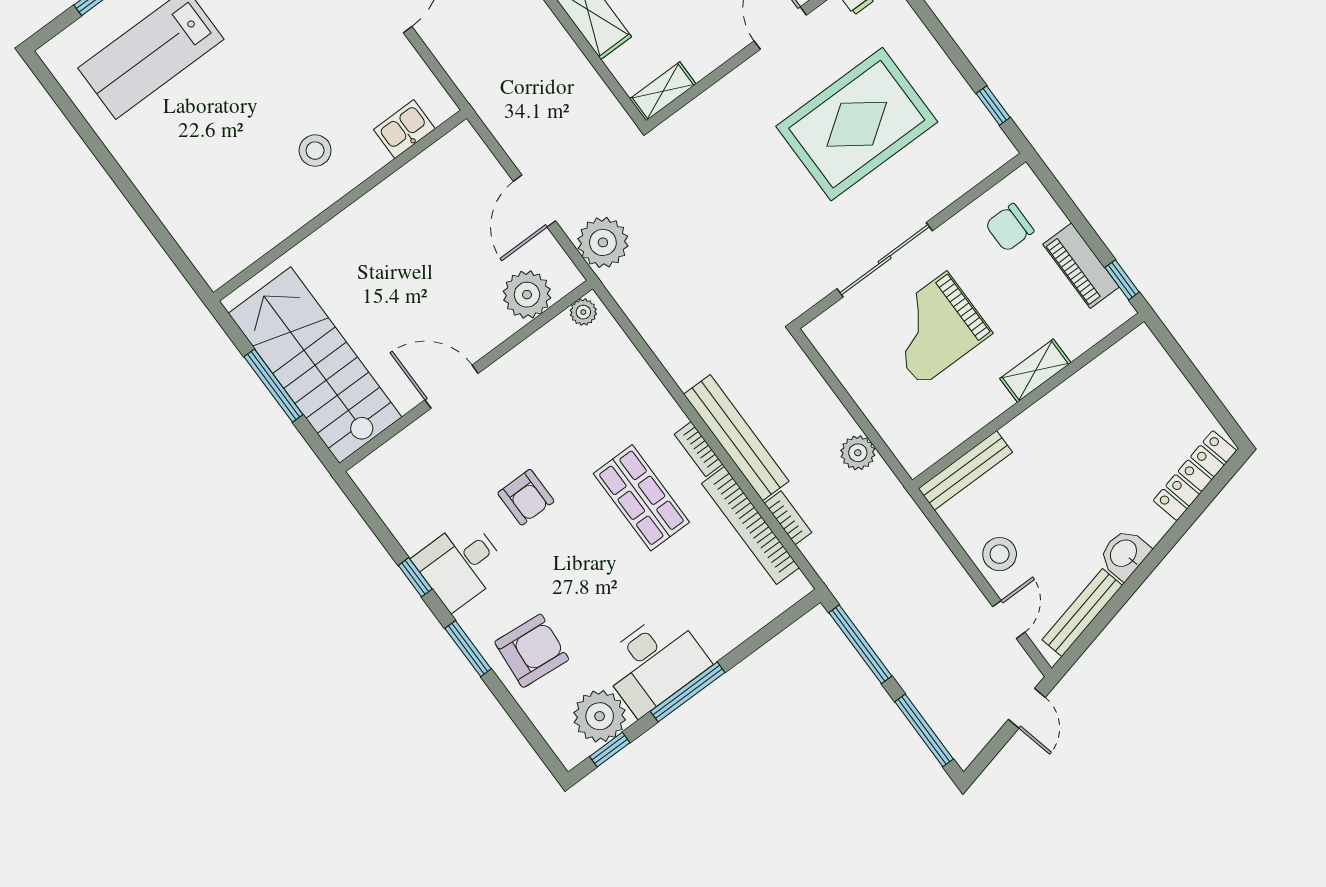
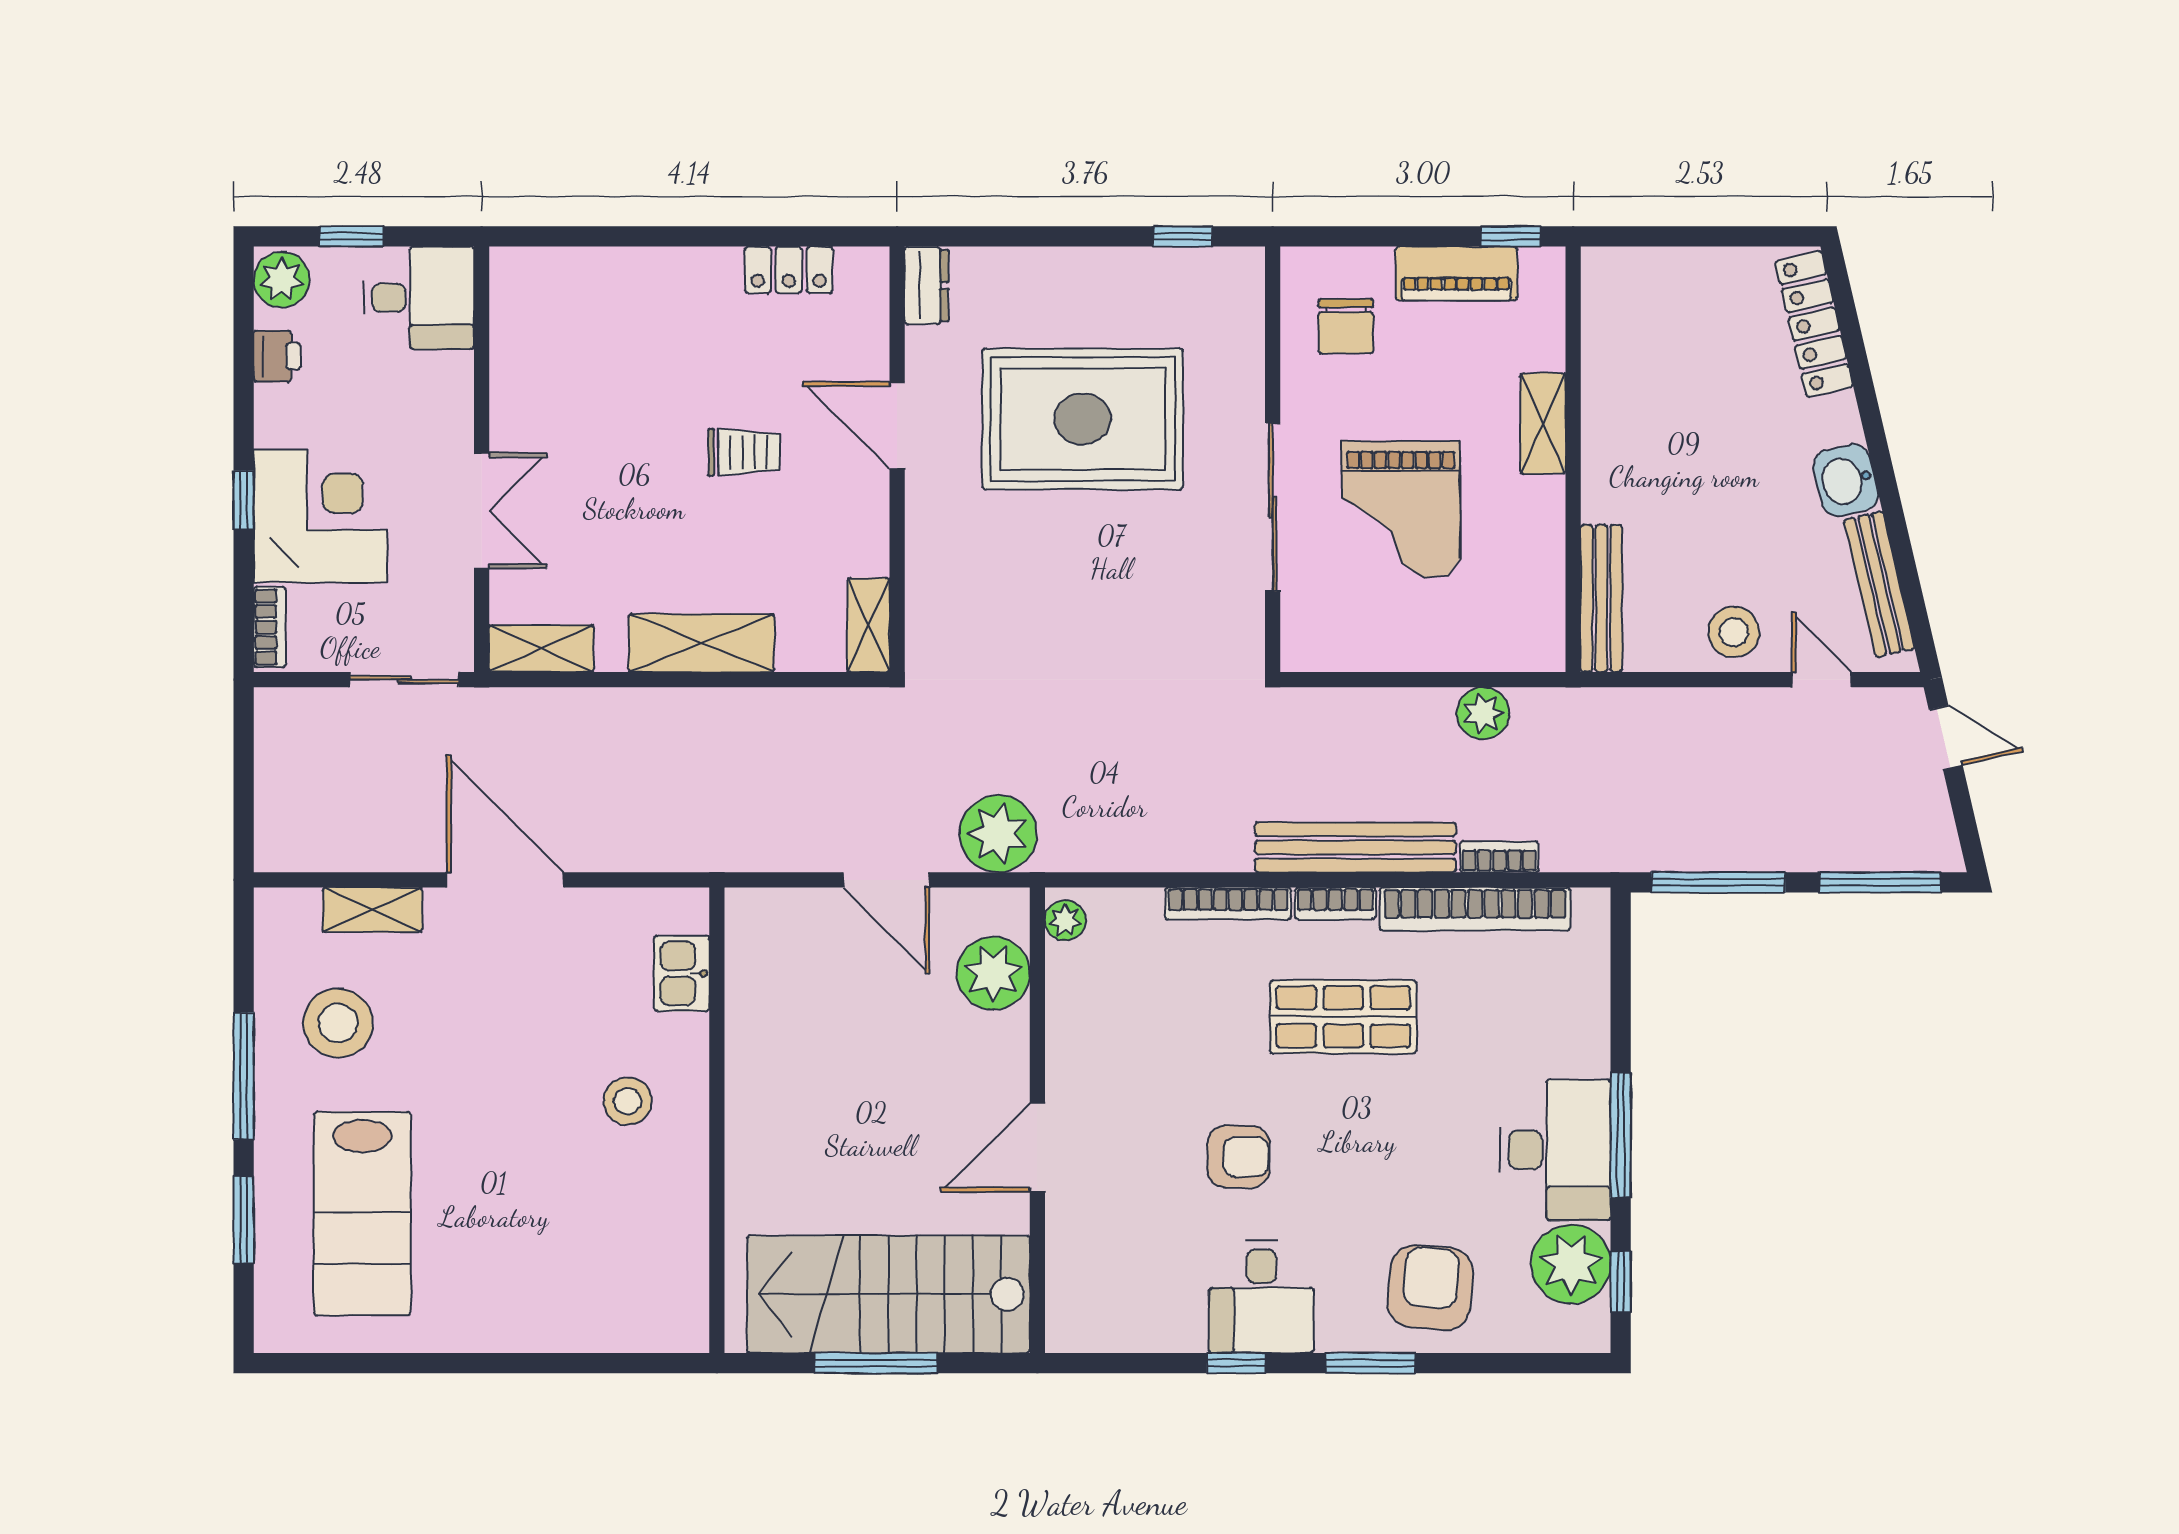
rug: (857, 124) -> (1083, 419), turned 90
bookcase: (656, 392) -> (1228, 904), added

